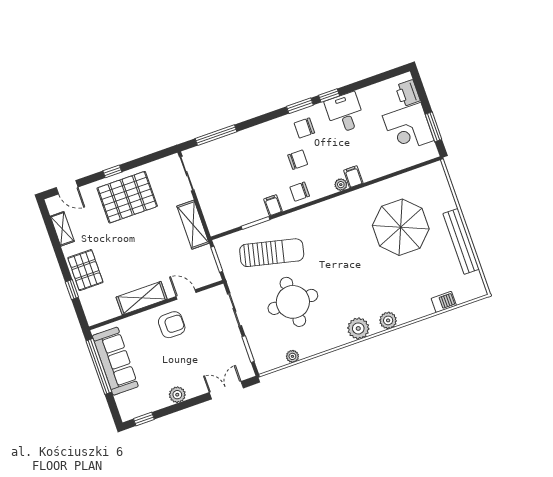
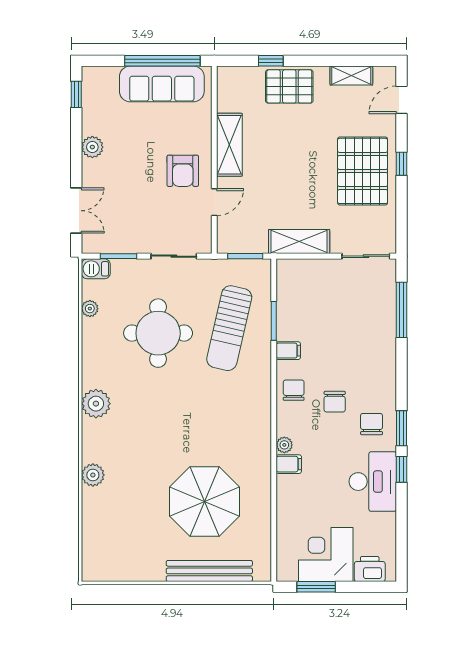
desk: (345, 113) -> (373, 482), width x1.37
bench: (461, 241) -> (209, 571), moved
barbecue: (444, 302) -> (96, 269), moved, turned 90
plant: (388, 320) -> (93, 475), moved

